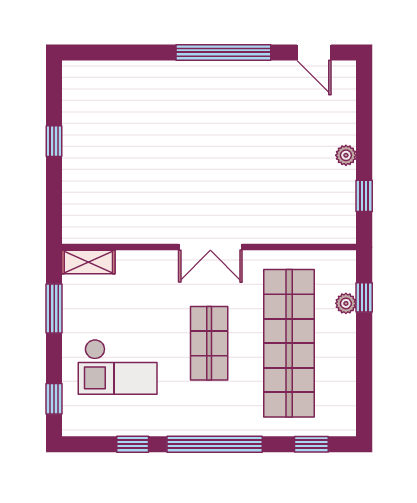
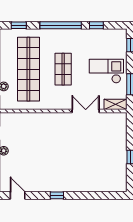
window: (223, 52) -> (57, 195), width x0.32
double door: (210, 247) -> (86, 111), moved
checkout: (118, 367) -> (106, 71), moved

